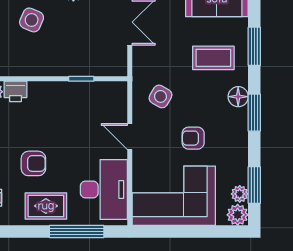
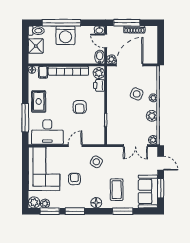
window: (254, 113) -> (75, 211), moved
armchair: (33, 163) -> (80, 107), moved

